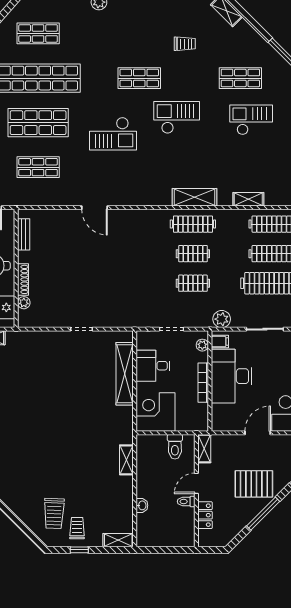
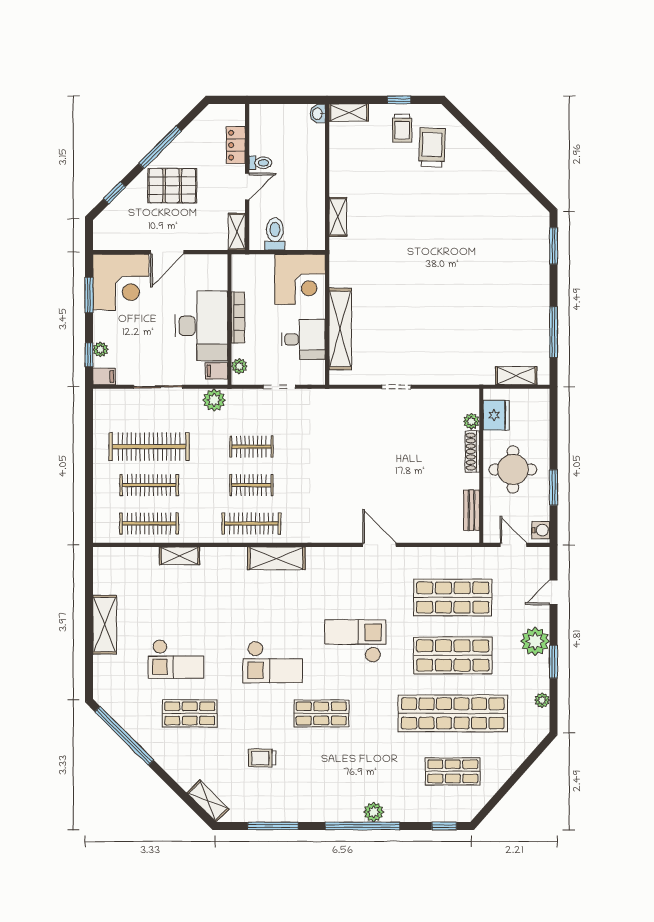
shop shelf: (38, 167) -> (453, 598), width x1.43, depth x1.36
shelving: (194, 197) -> (276, 558), moved
washbasin: (142, 505) -> (318, 114), moved

